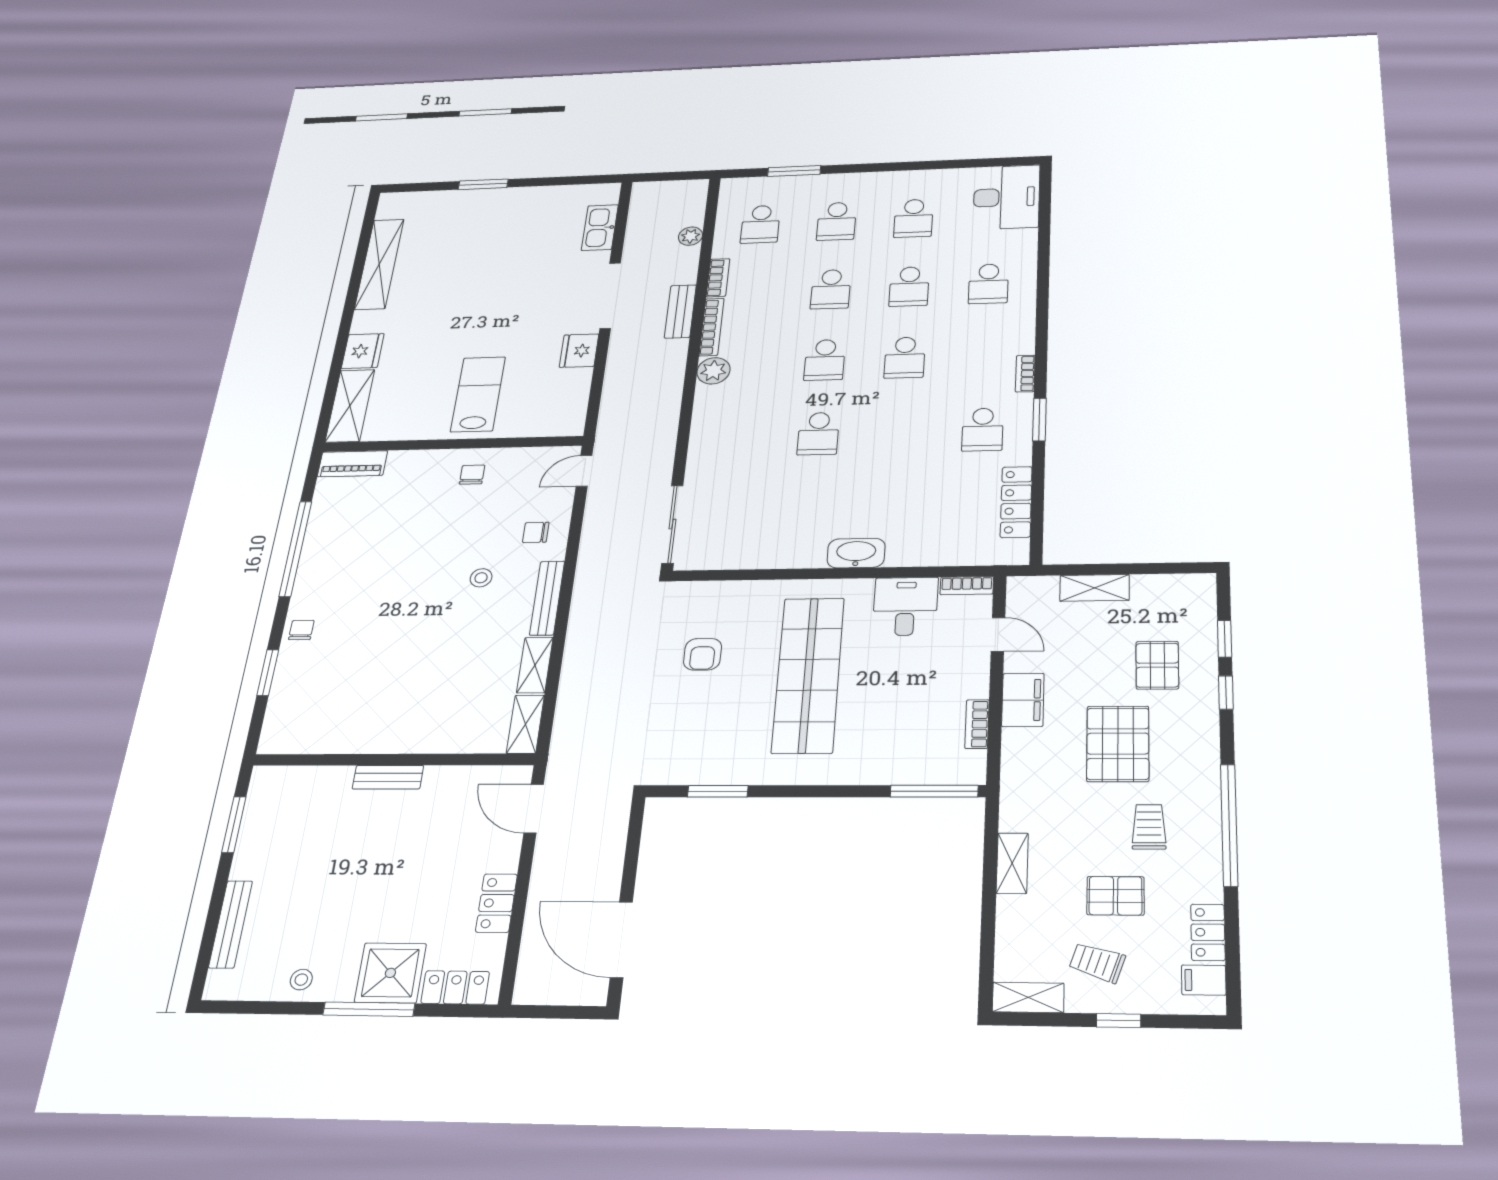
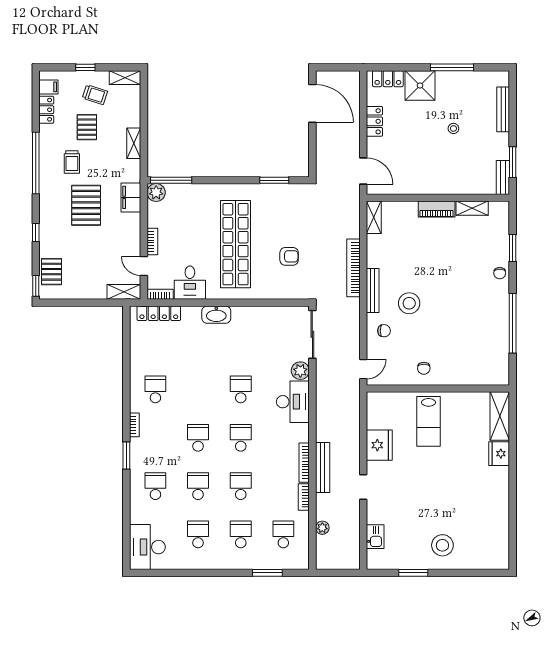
window: (483, 184) -> (413, 573), moved
stool: (486, 221) -> (442, 545), added
kitchen sink: (600, 228) -> (375, 537), width x0.73
shelving: (379, 264) -> (501, 516), removed
doorway: (610, 296) -> (363, 487), width x0.53
bench: (680, 311) -> (323, 467), width x1.36
fridge: (579, 351) -> (379, 445), width x1.36, depth x1.34
plant: (713, 371) -> (300, 371), moved
desk: (722, 417) -> (293, 402), added
window: (1039, 419) -> (126, 455), moved
piano: (352, 464) -> (437, 209), moved, turned 180
locker: (1016, 502) -> (159, 313), moved, turned 90
stool: (481, 578) -> (409, 303), width x1.89, depth x1.89
shelving: (1095, 588) -> (124, 292), moved
bookcase: (578, 636) -> (353, 268), added
window: (1225, 639) -> (36, 286), moved
armchair: (703, 654) -> (289, 256), turned 90
shelving: (535, 665) -> (472, 208), moved, turned 90
pallet: (1157, 665) -> (51, 272), moved
filing cabinet: (1023, 700) -> (131, 197), moved
bookcase: (977, 724) -> (152, 242), moved
plant: (967, 768) -> (156, 193), added
bench: (388, 777) -> (503, 177), moved, turned 90
pallet: (1116, 896) -> (87, 127), turned 90
stool: (301, 980) -> (453, 128), moved
window: (369, 1009) -> (452, 67), moved

